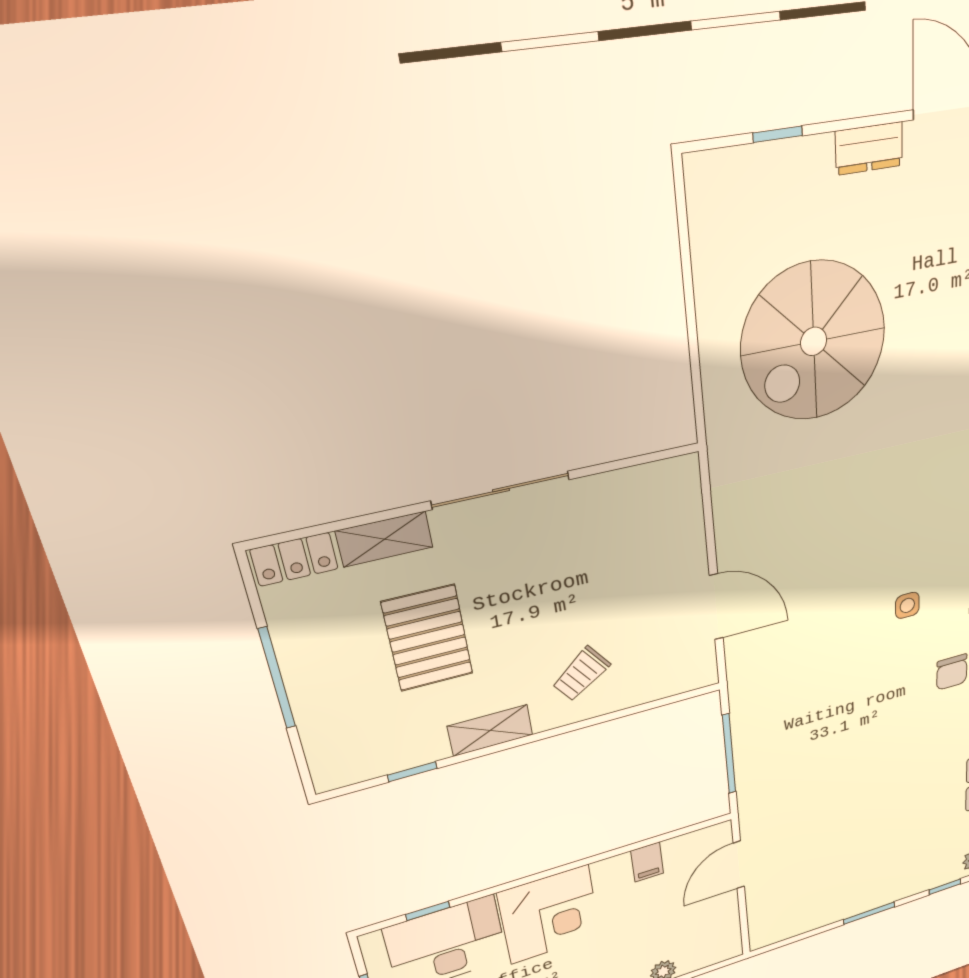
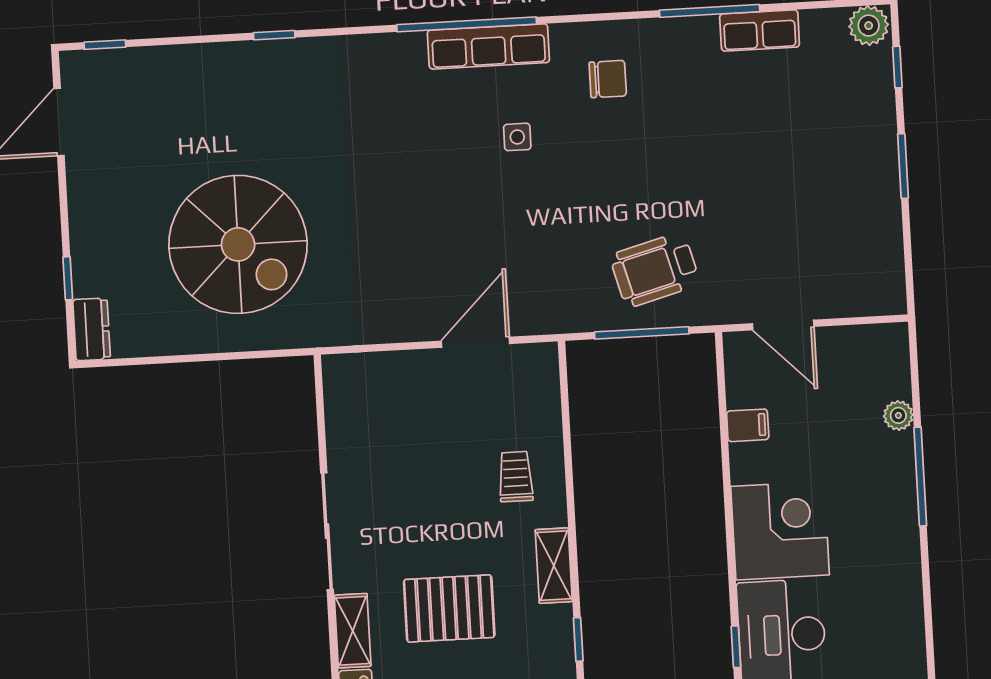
dresser: (869, 148) -> (92, 329), moved
trolley: (581, 674) -> (516, 477), turned -143
wheelchair: (787, 751) -> (655, 270), added

